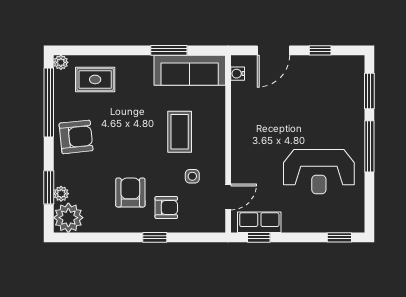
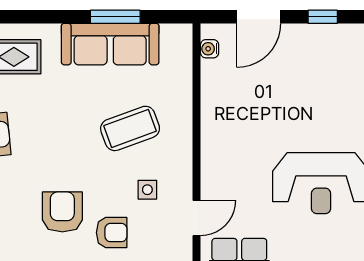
sofa: (190, 70) -> (110, 44), moved
coffee table: (180, 132) -> (130, 128), turned 70

